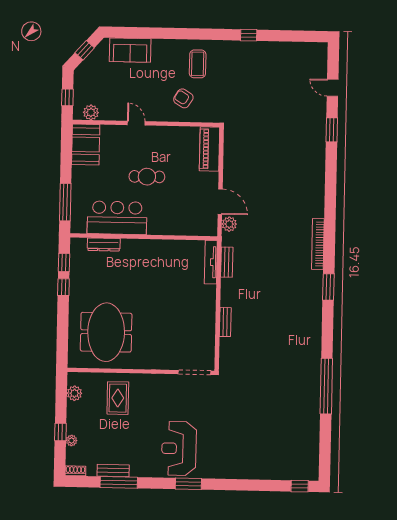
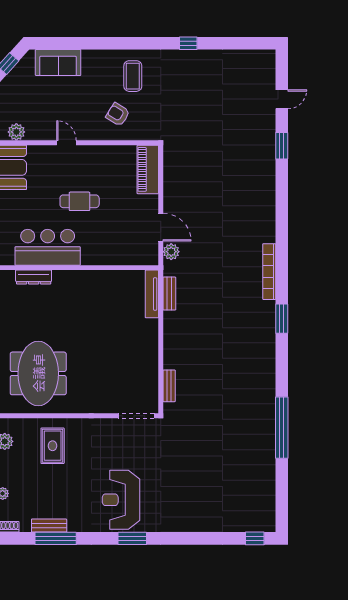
door: (333, 88) -> (282, 99), swing flipped
bench: (225, 322) -> (169, 386), moved

